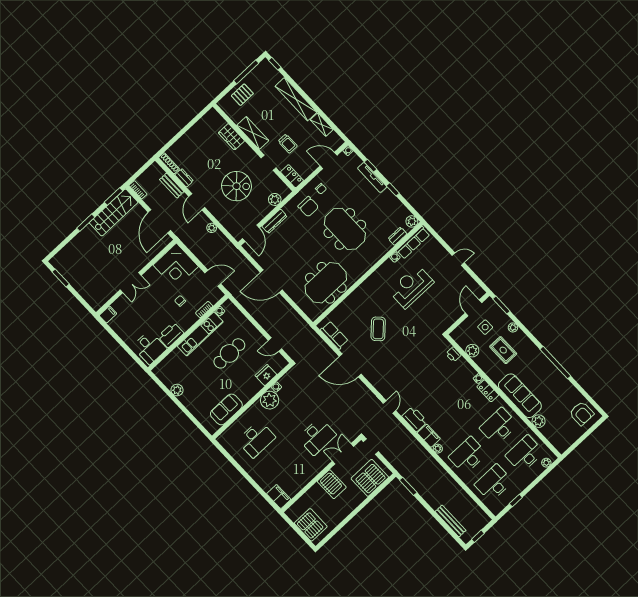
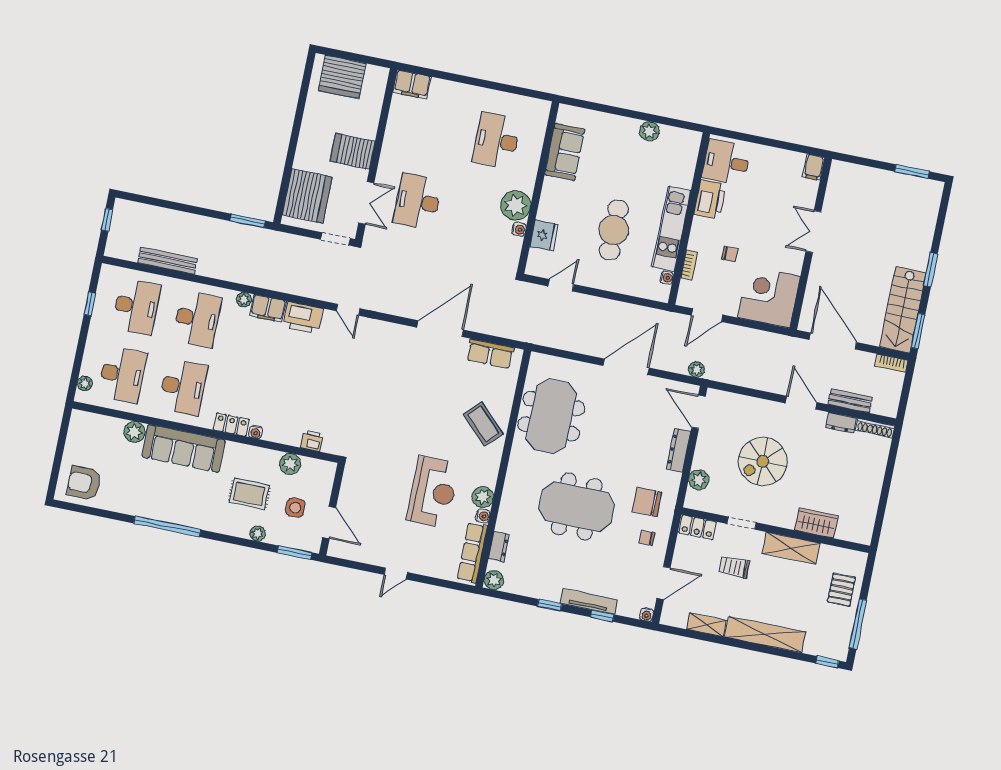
plant: (212, 228) -> (697, 369), moved
plant: (388, 267) -> (483, 497), added
coffee table: (378, 329) -> (483, 424), moved
bench: (451, 521) -> (167, 261), moved

